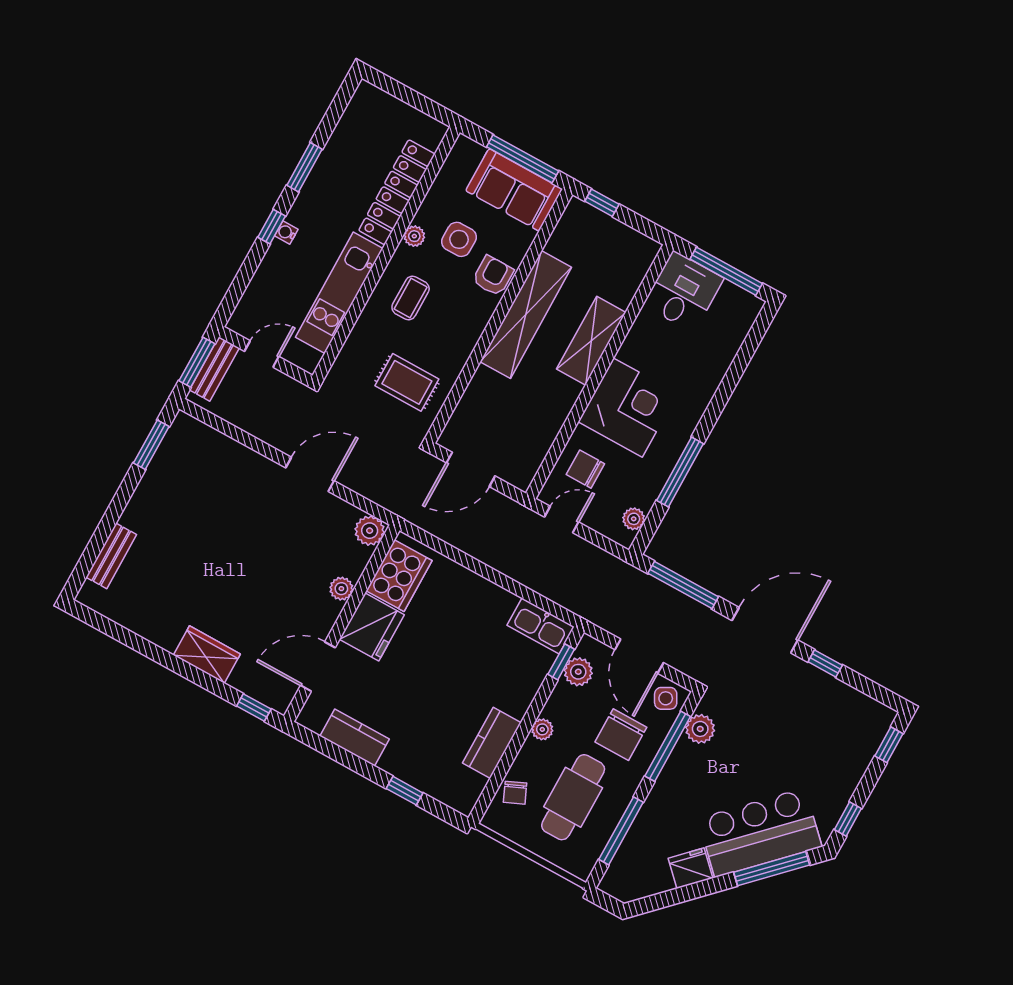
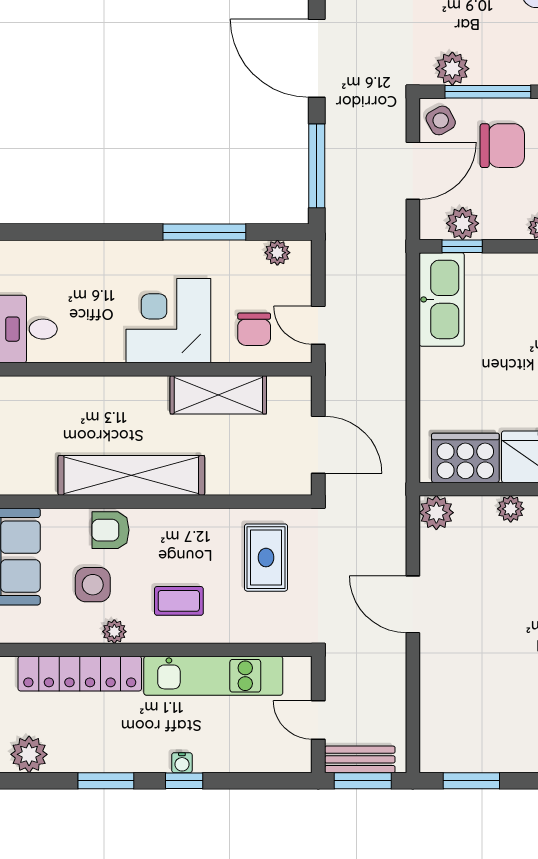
plant: (357, 120) -> (29, 754), added
shelving: (591, 341) -> (218, 395), moved
kitchen sink: (541, 626) -> (442, 299), width x1.36, depth x1.24

